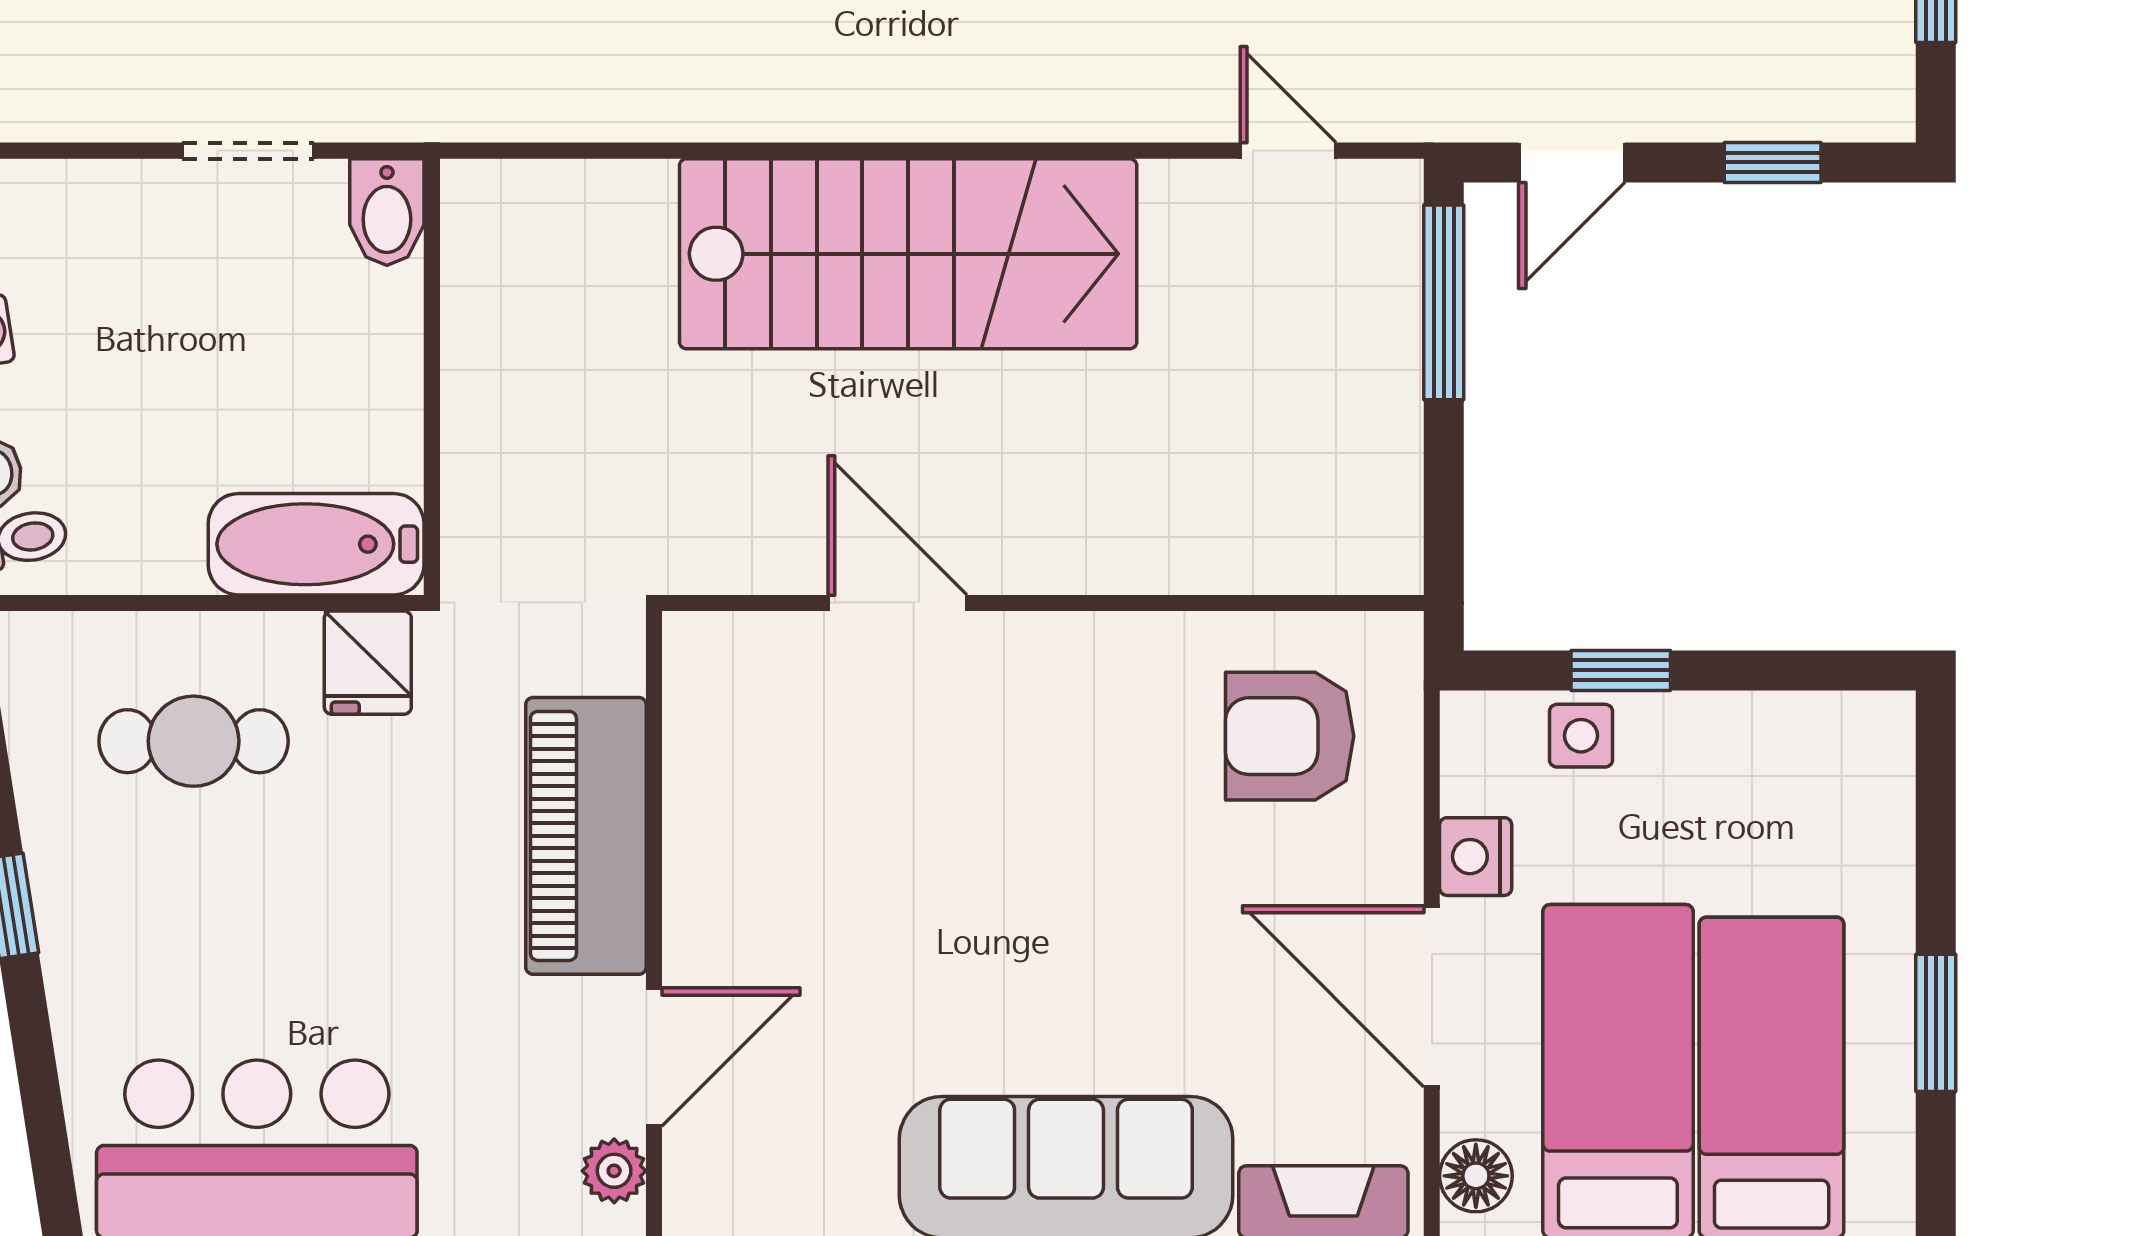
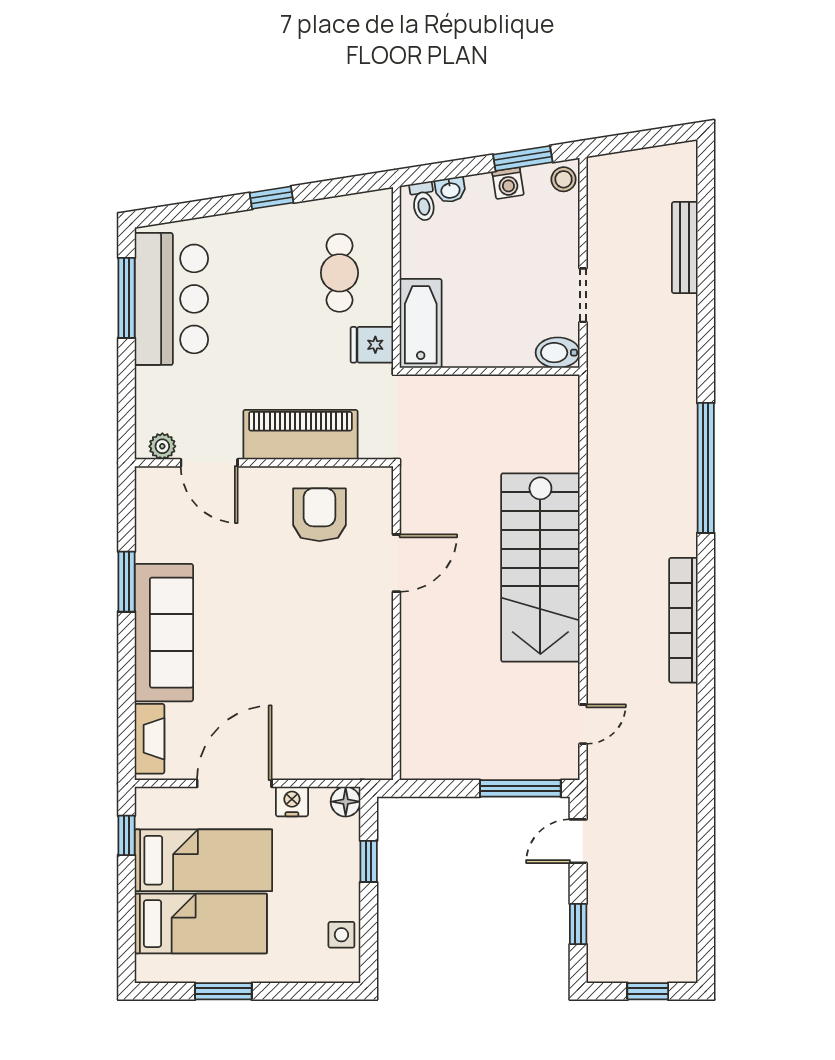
door: (1572, 162) -> (578, 841), hinge flipped
armchair: (1290, 736) -> (319, 515), moved
side table: (1581, 736) -> (341, 935), moved
floor lamp: (1476, 1176) -> (346, 802), moved

